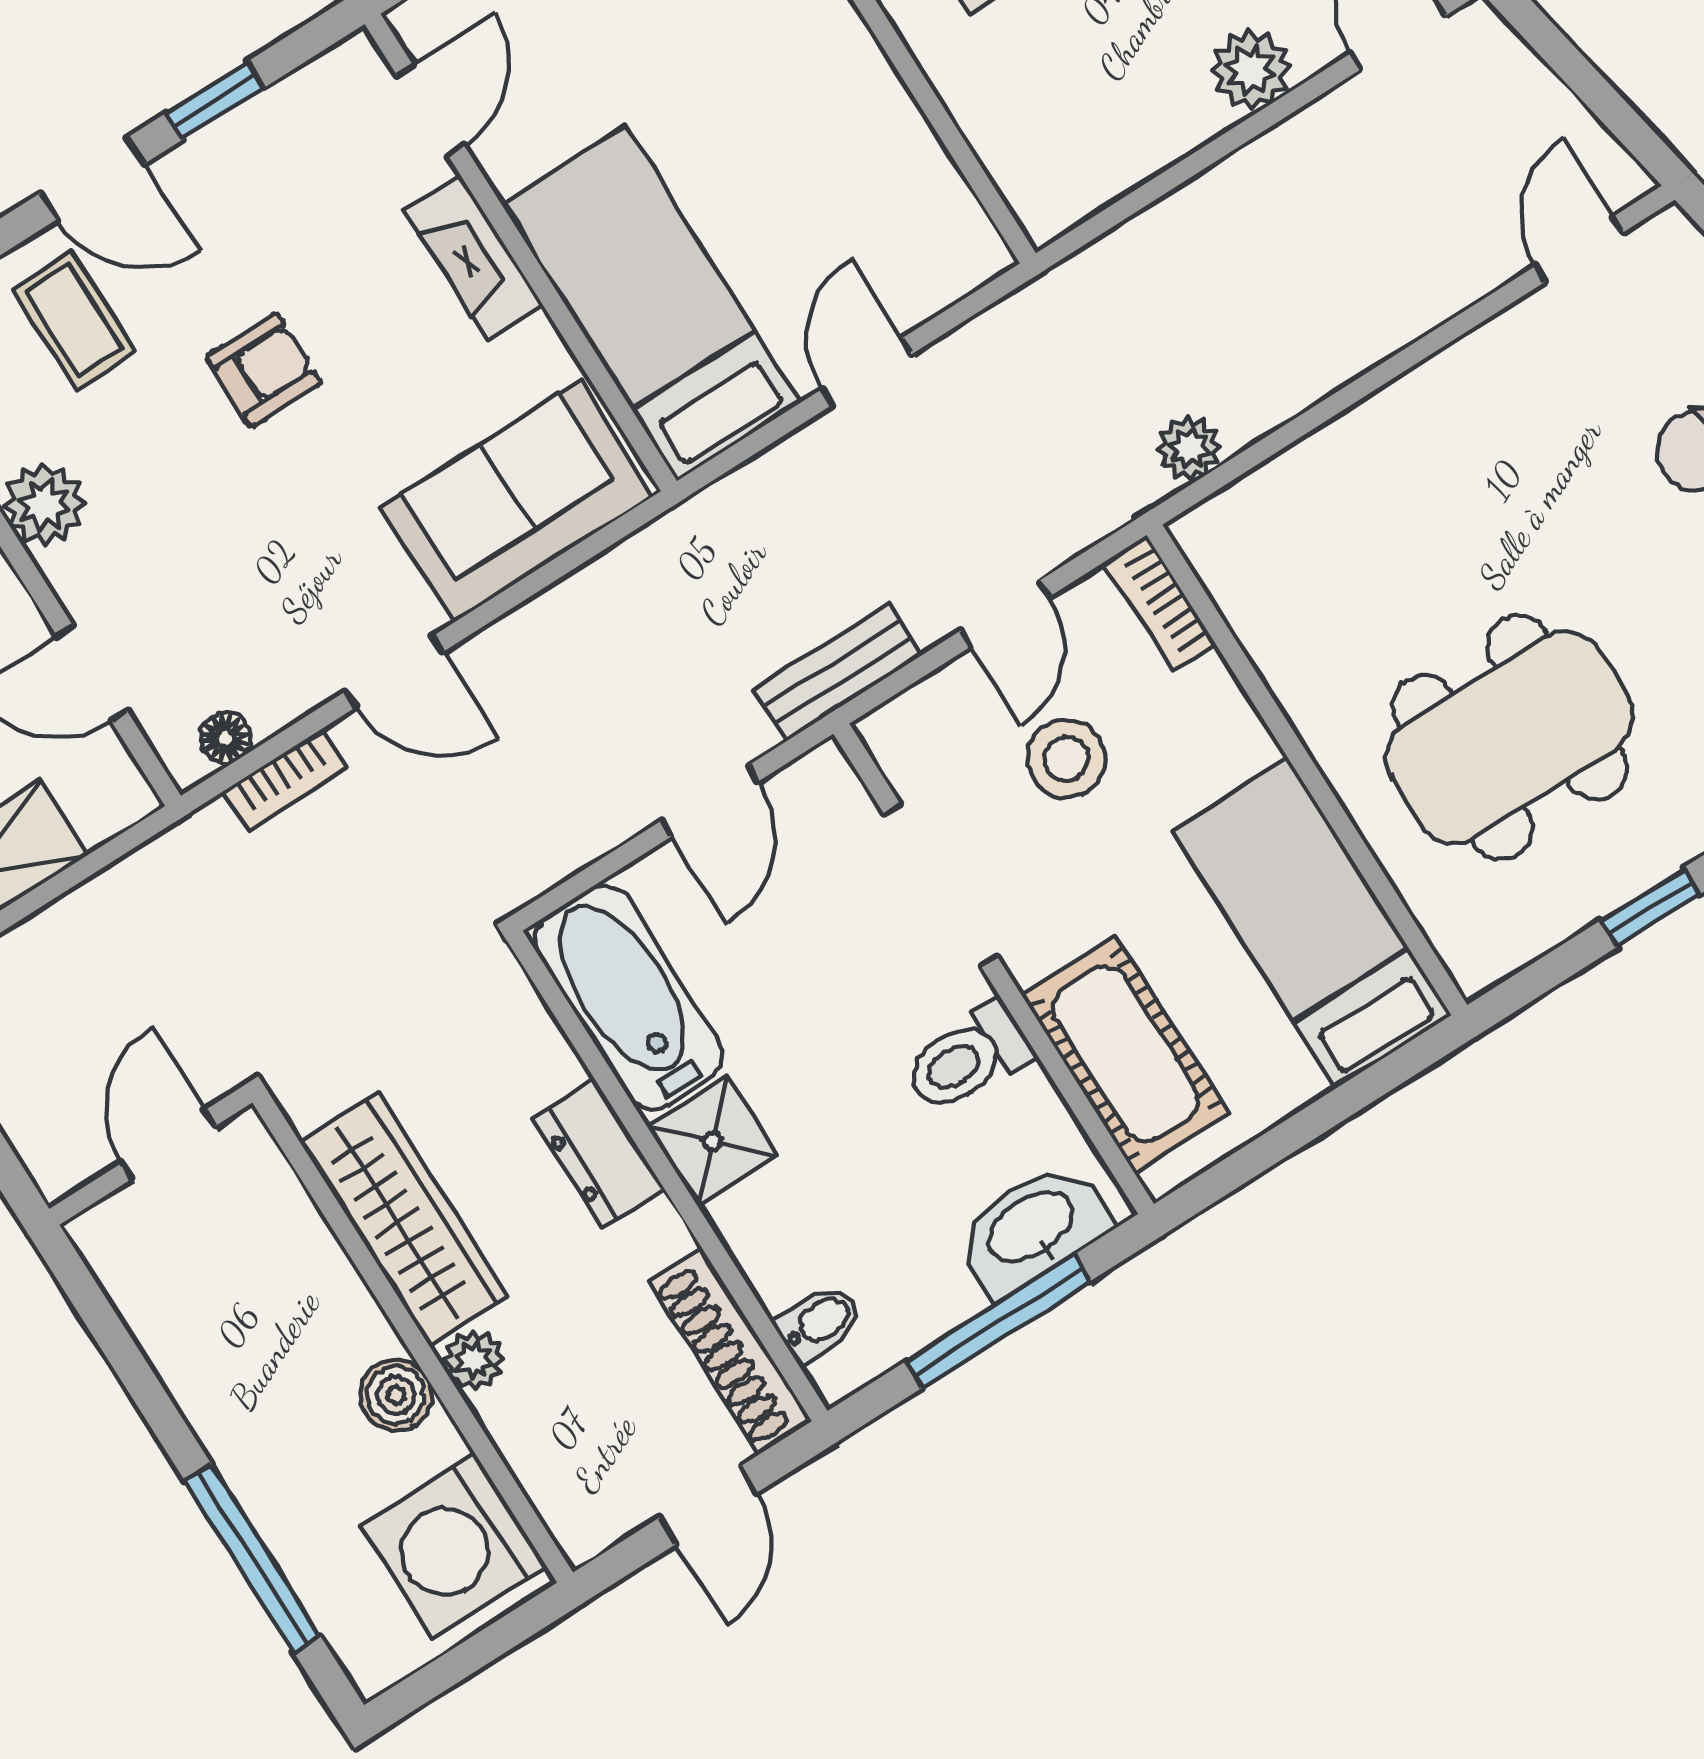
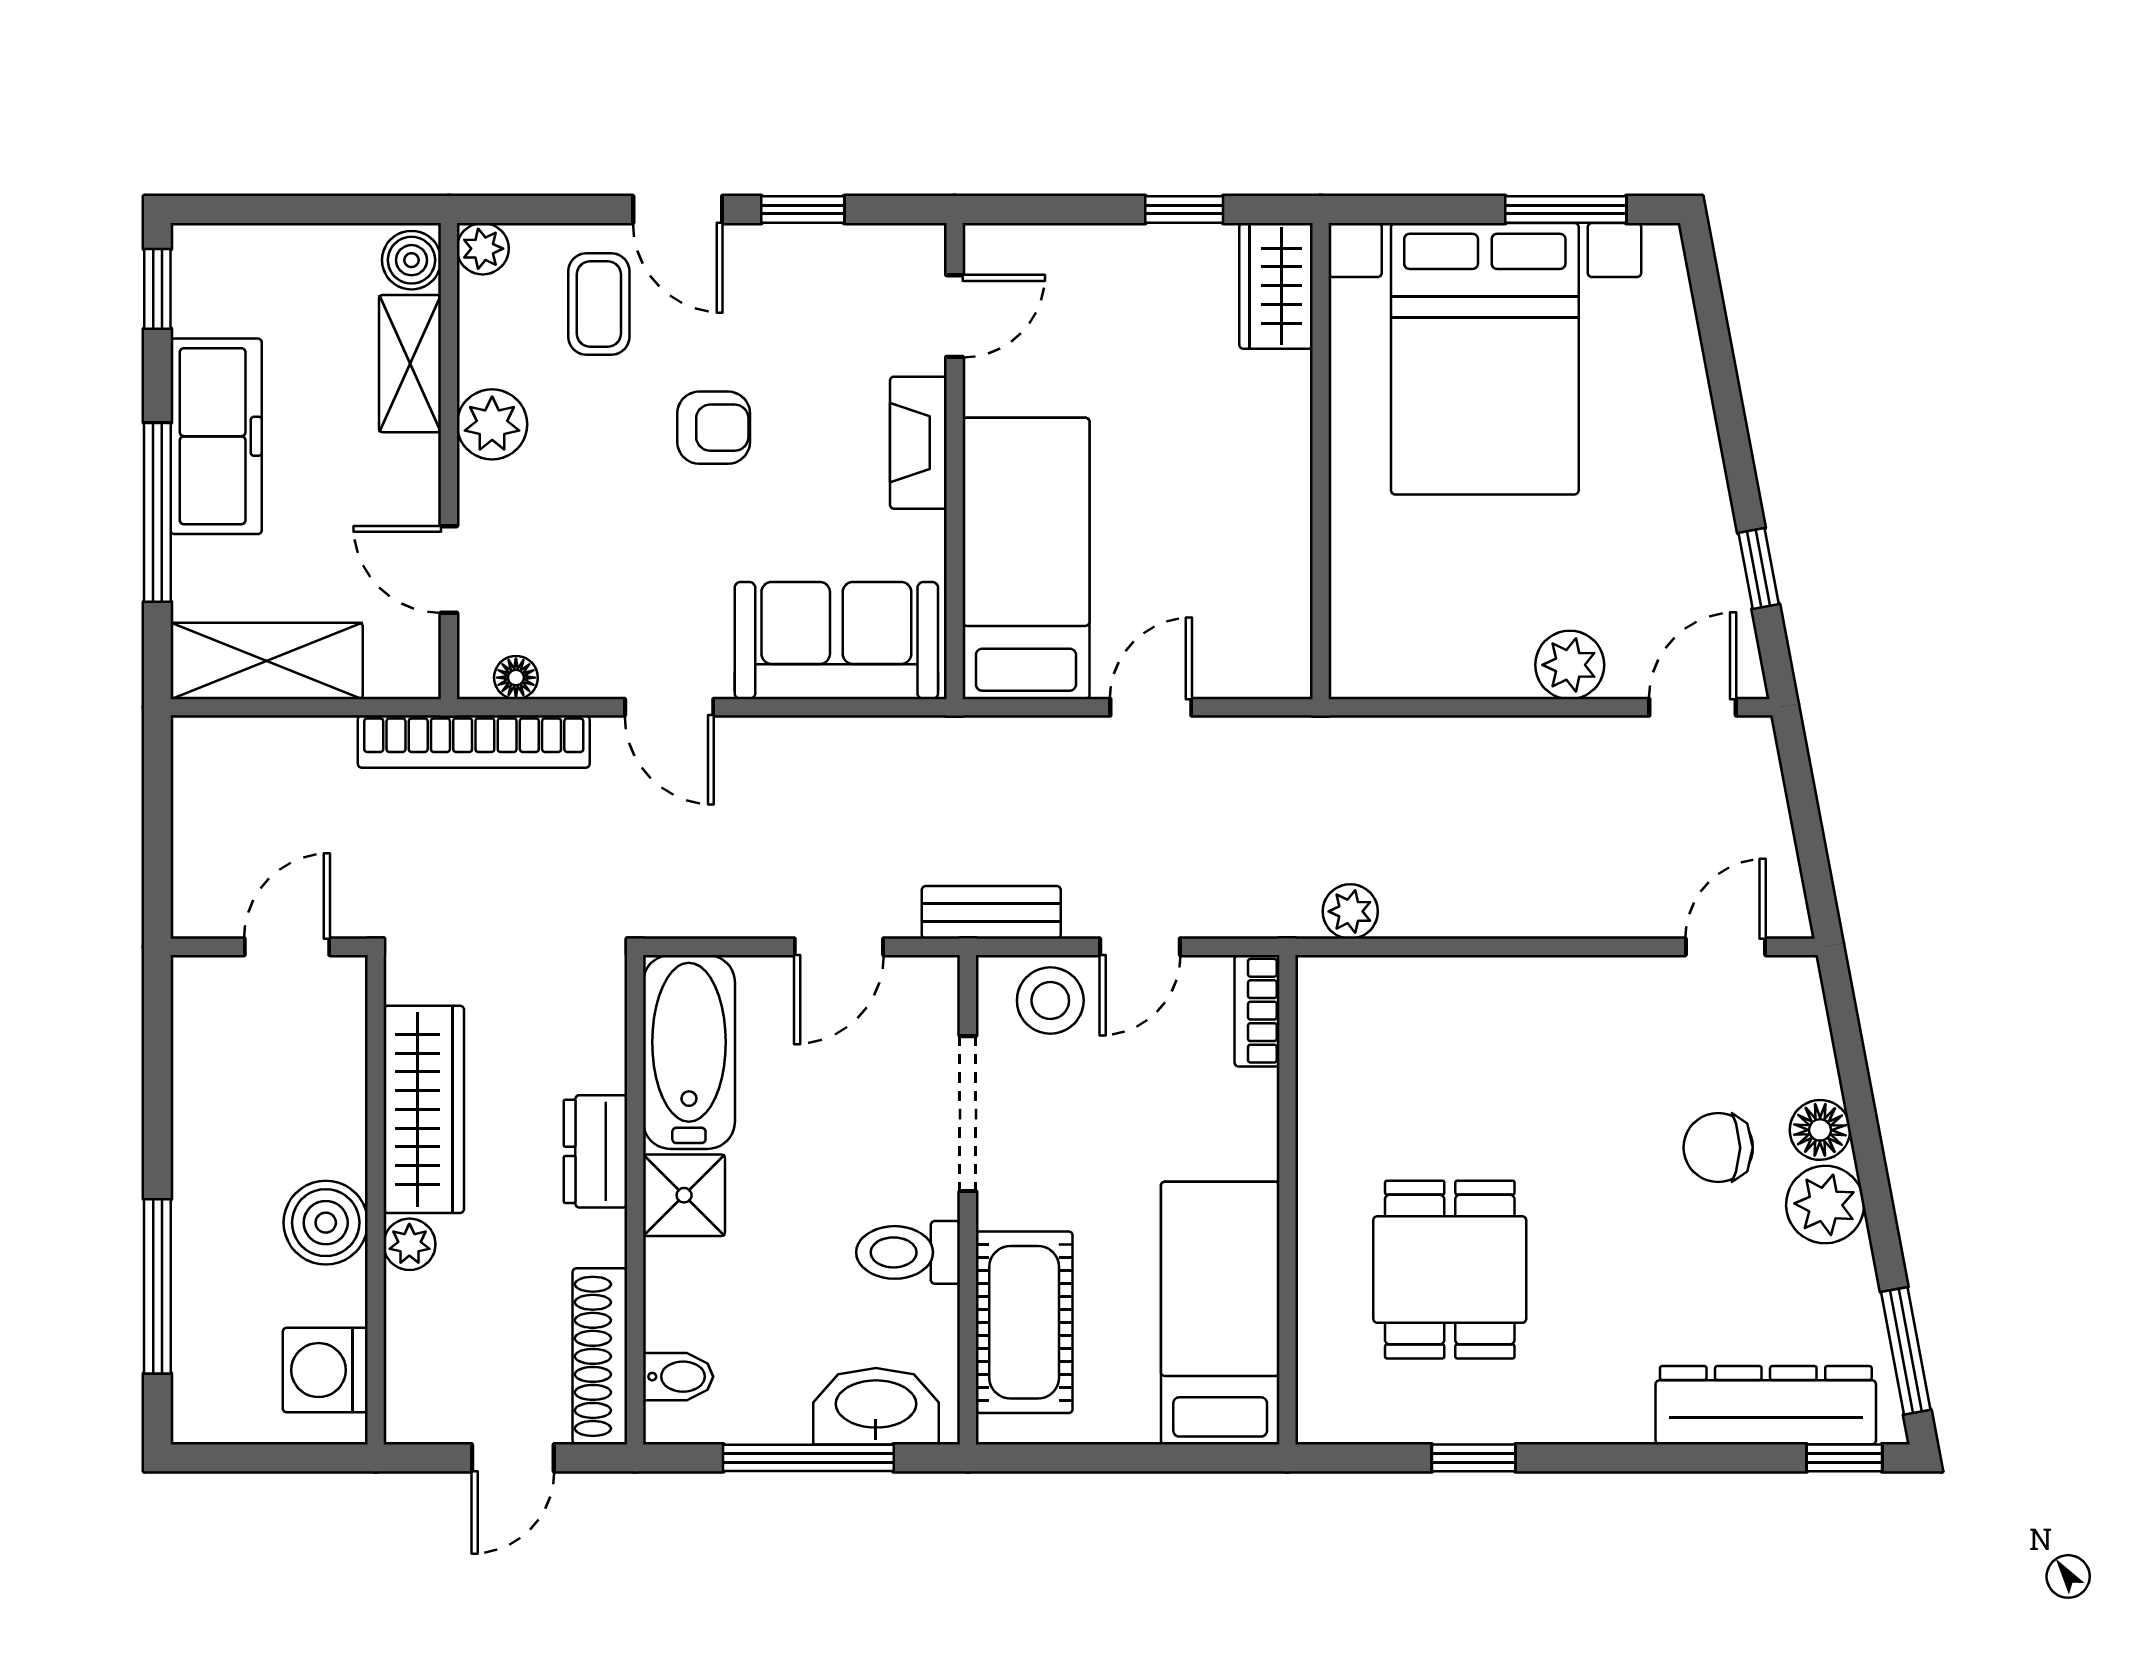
dining table: (1510, 737) -> (1450, 1270), width x0.73
stool: (1067, 759) -> (1050, 1001), moved
bookcase: (284, 780) -> (474, 742), width x2.31, depth x1.31
boiler: (396, 1395) -> (326, 1223), width x1.36, depth x1.36
washing machine: (454, 1546) -> (325, 1370), width x0.73, depth x0.73

